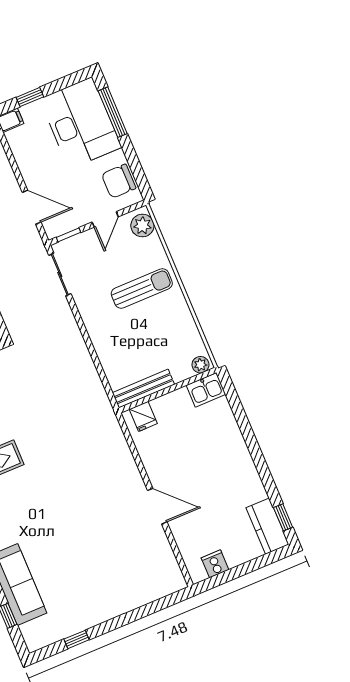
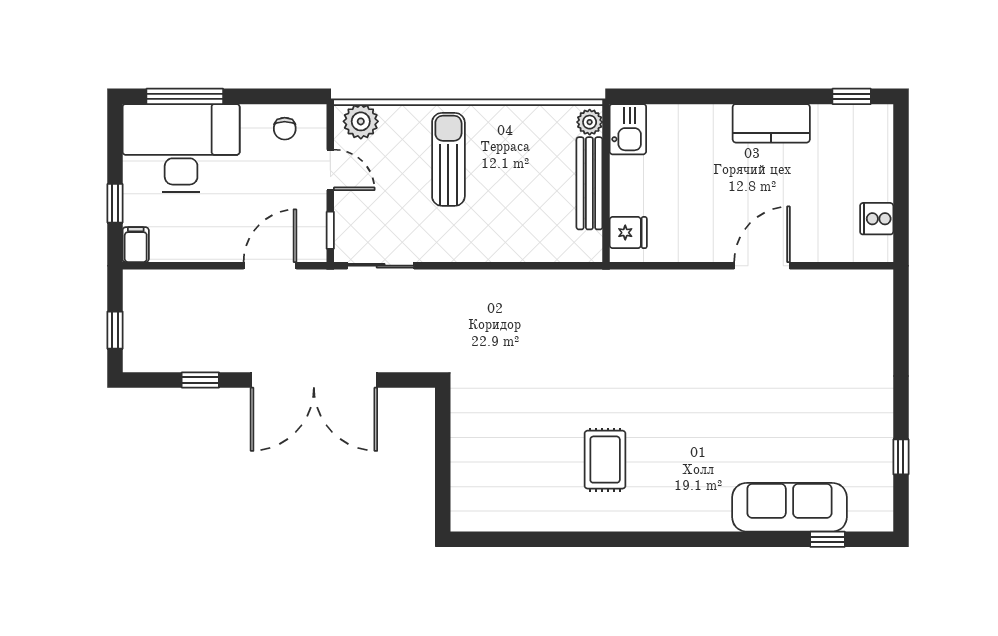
chair: (119, 181) -> (285, 129), width x0.54, depth x0.54
bench: (143, 389) -> (589, 183), moved
kitchen counter: (267, 526) -> (771, 123), moved

